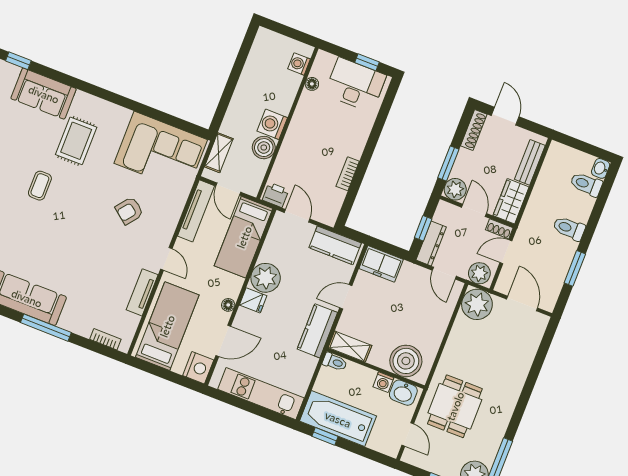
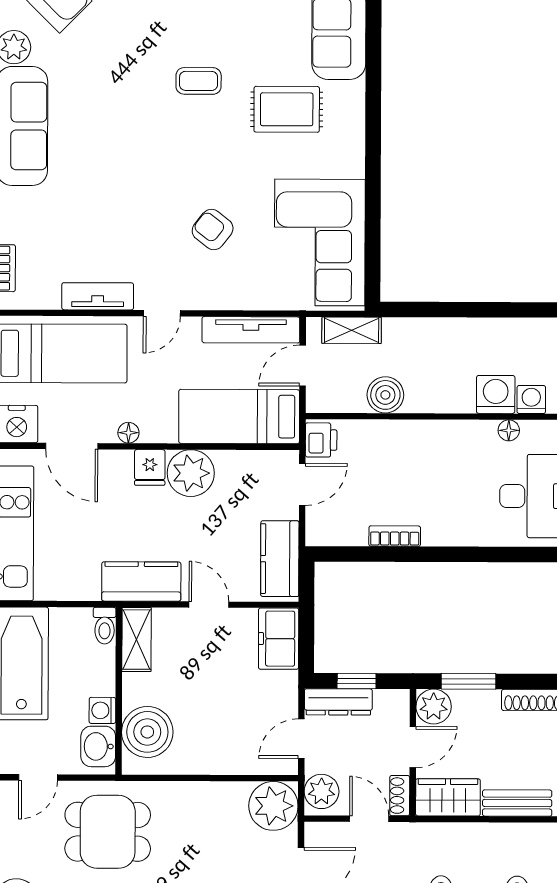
washing machine: (272, 124) -> (496, 394), moved

